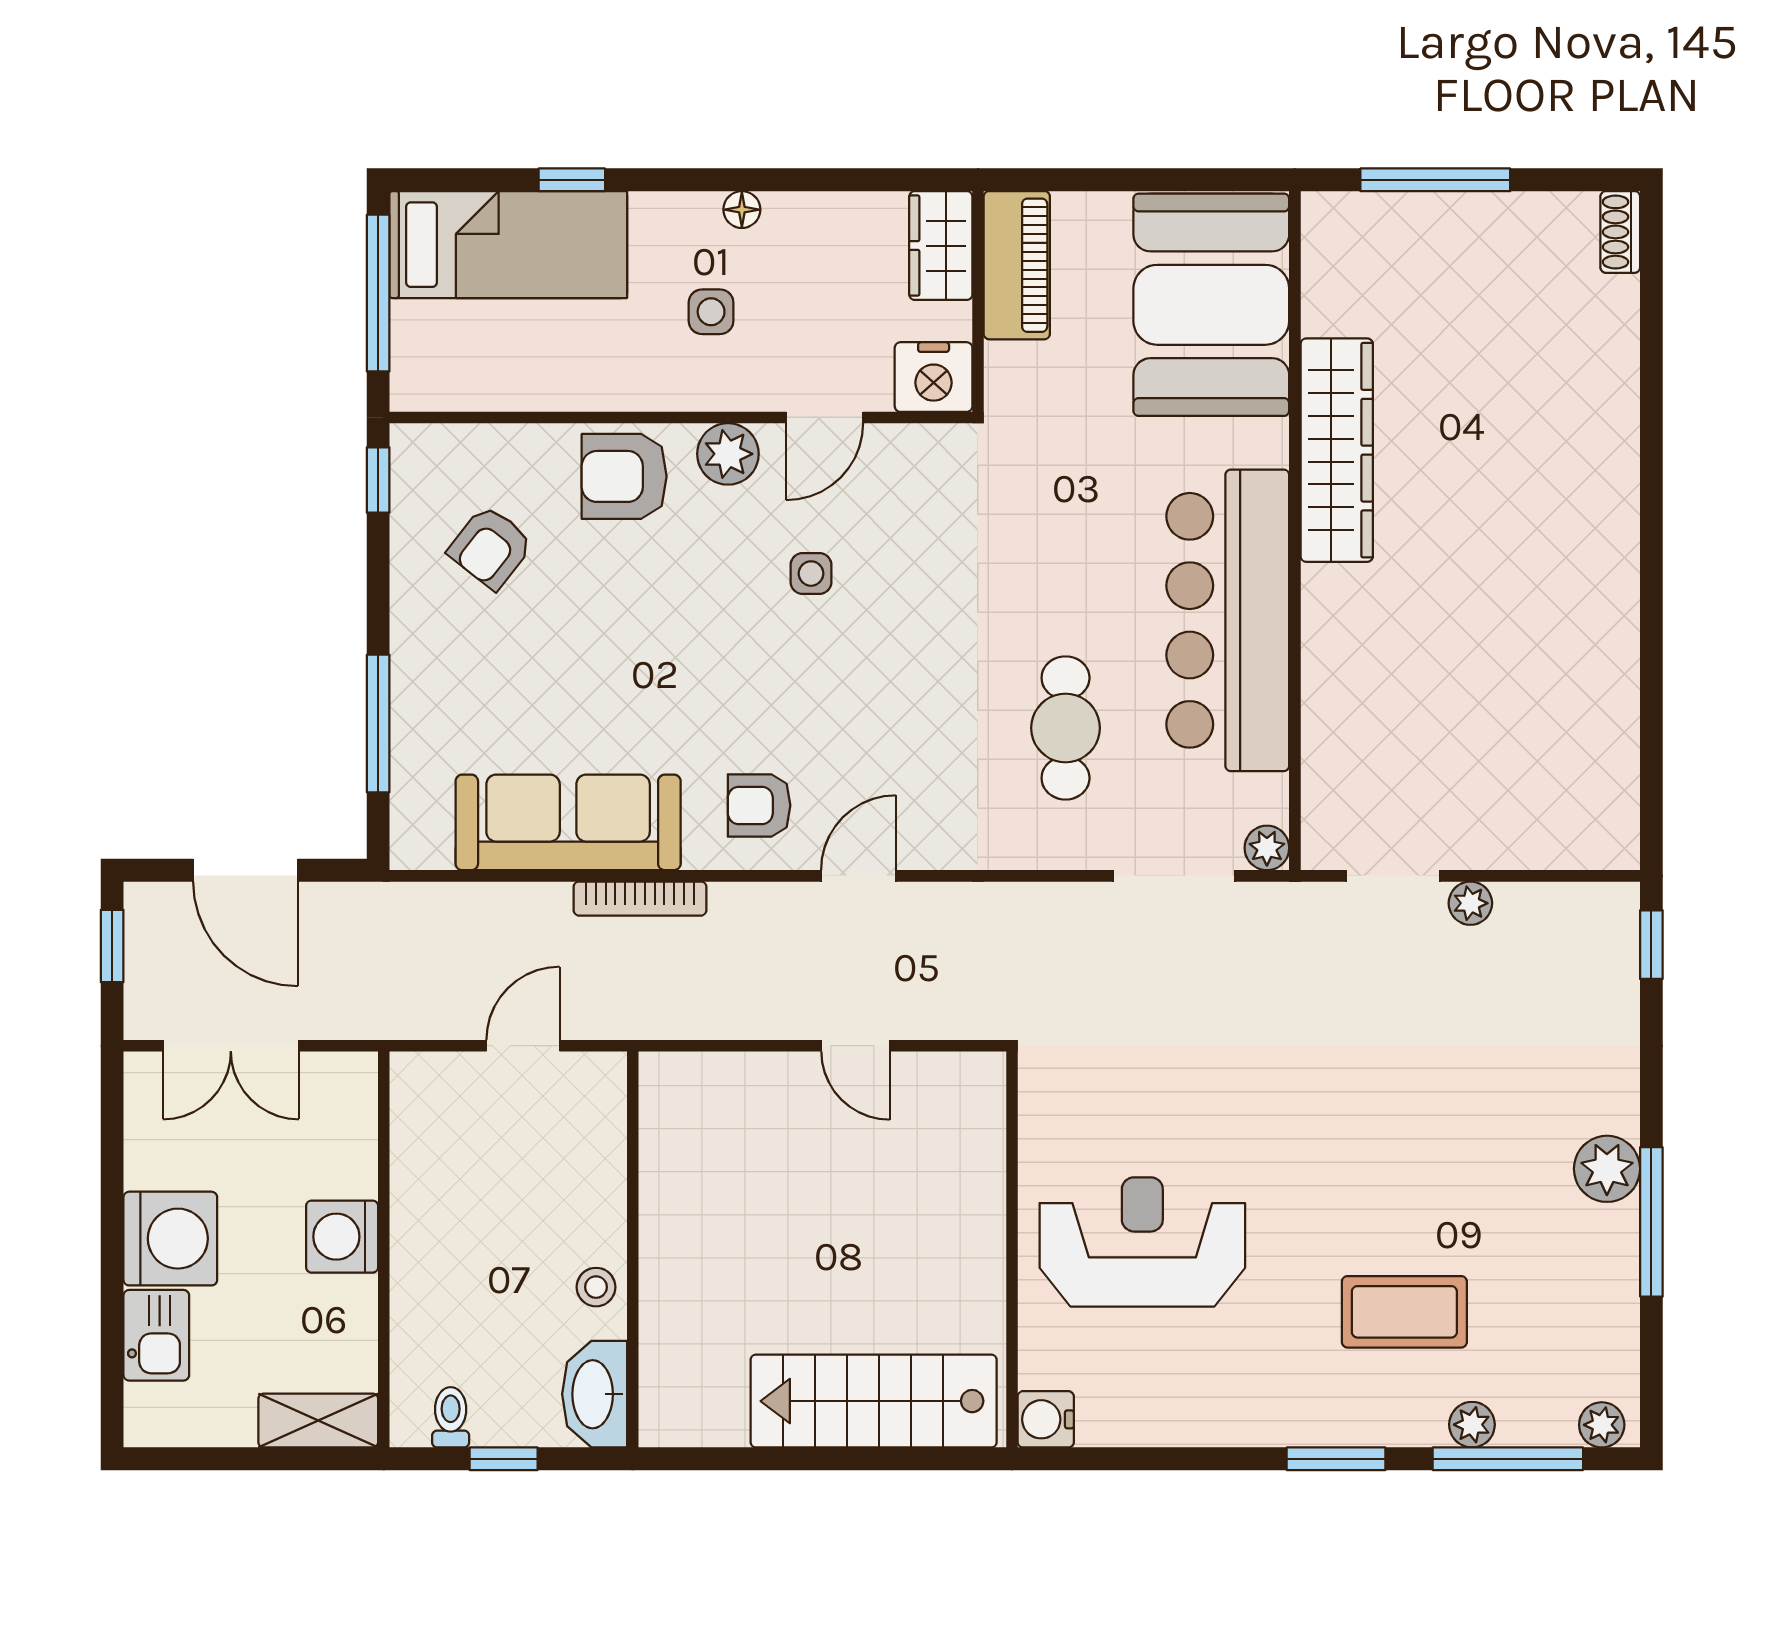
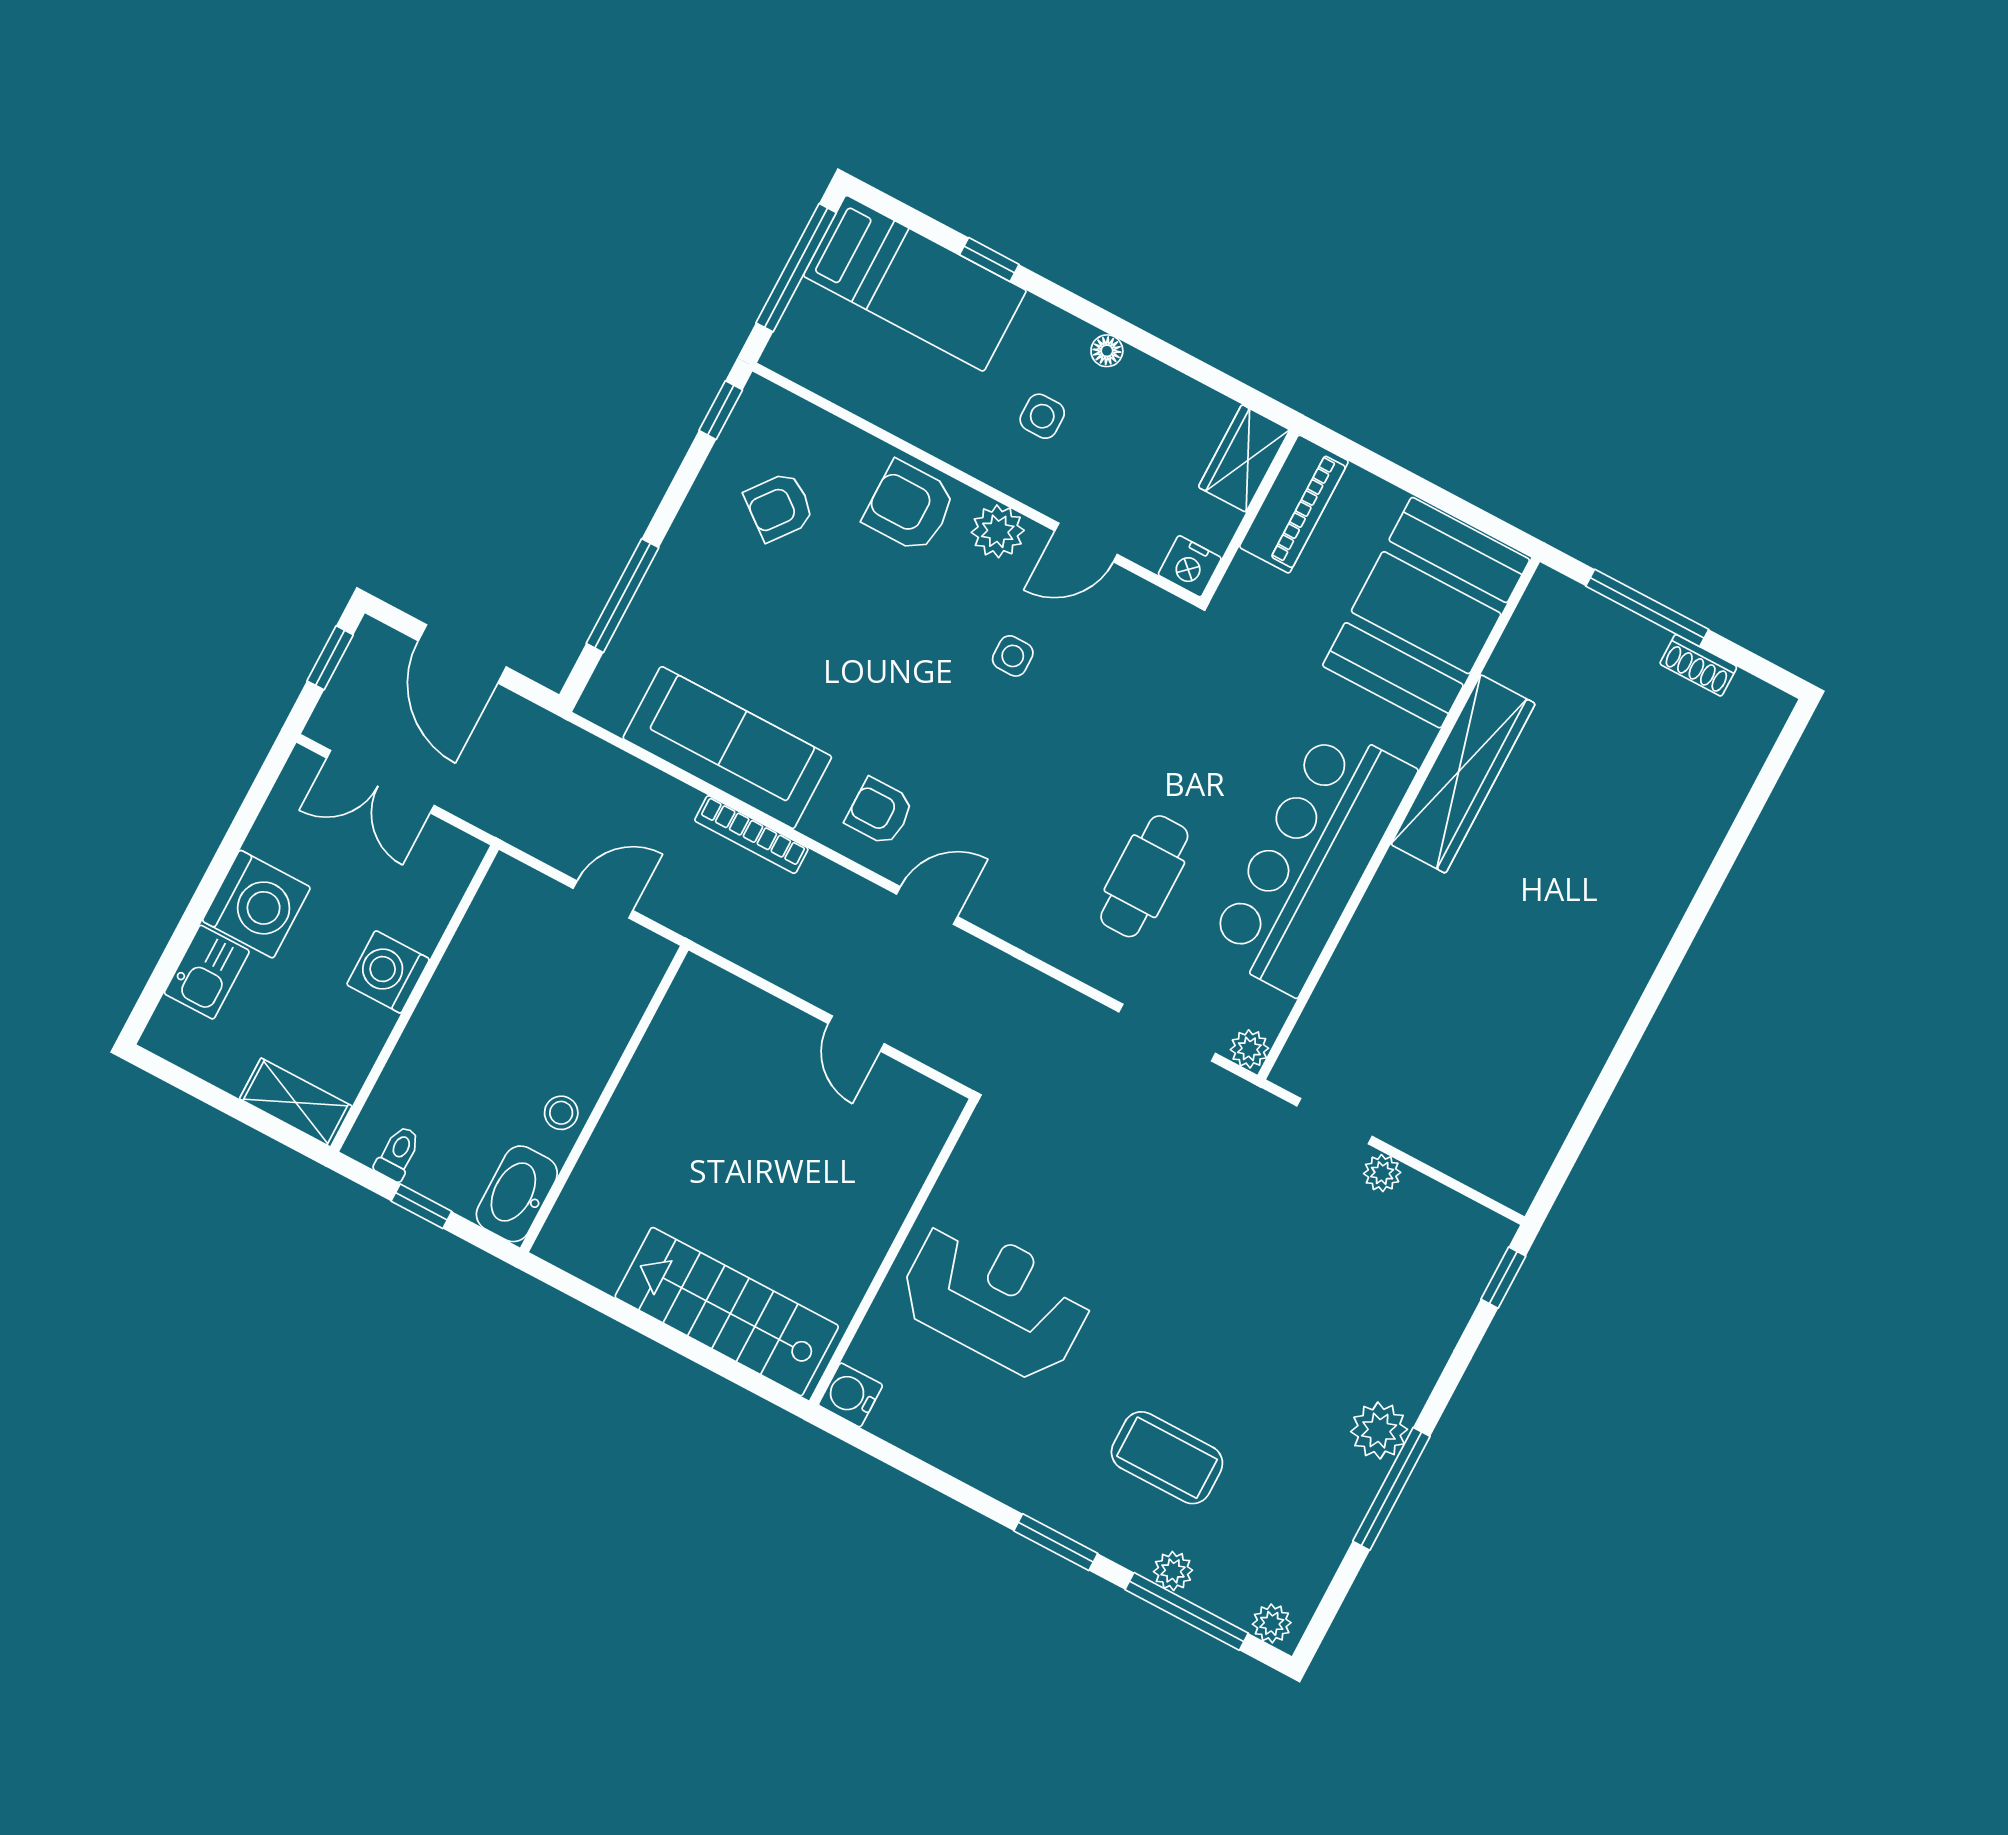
shoe rack: (1620, 232) -> (1698, 665), moved, turned -90
nightstand: (934, 377) -> (1190, 566), width x0.74, depth x0.75

